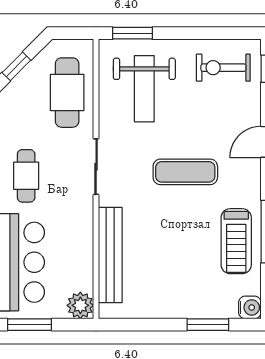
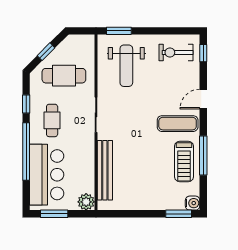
cafe table: (67, 93) -> (64, 76), moved, turned 90
exercise mat: (185, 172) -> (178, 124), moved
window: (208, 325) -> (179, 214), moved

